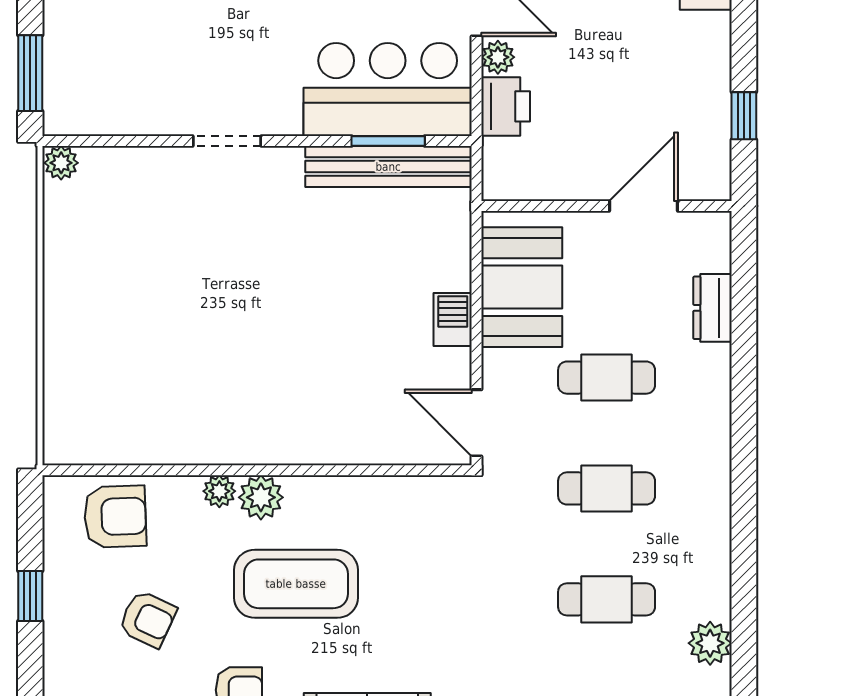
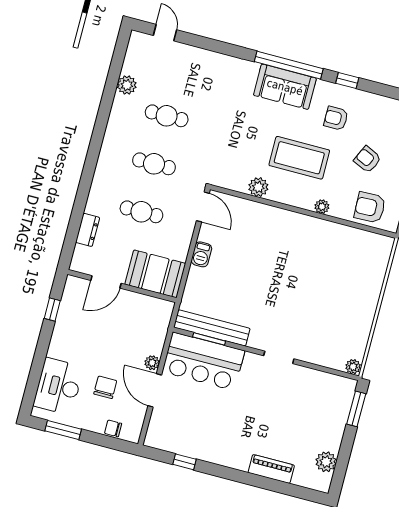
printer: (506, 106) -> (154, 341), removed
booth: (522, 287) -> (155, 274), moved, turned 90
plant: (261, 497) -> (258, 187), moved

